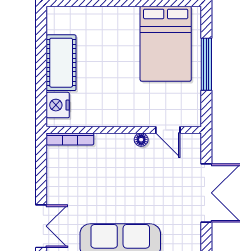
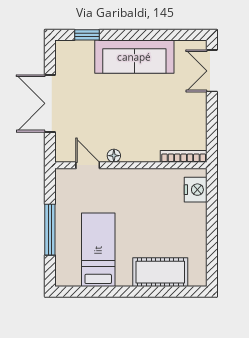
bed: (166, 44) -> (98, 250), width x0.67
cot: (61, 63) -> (160, 272), moved, turned 90

